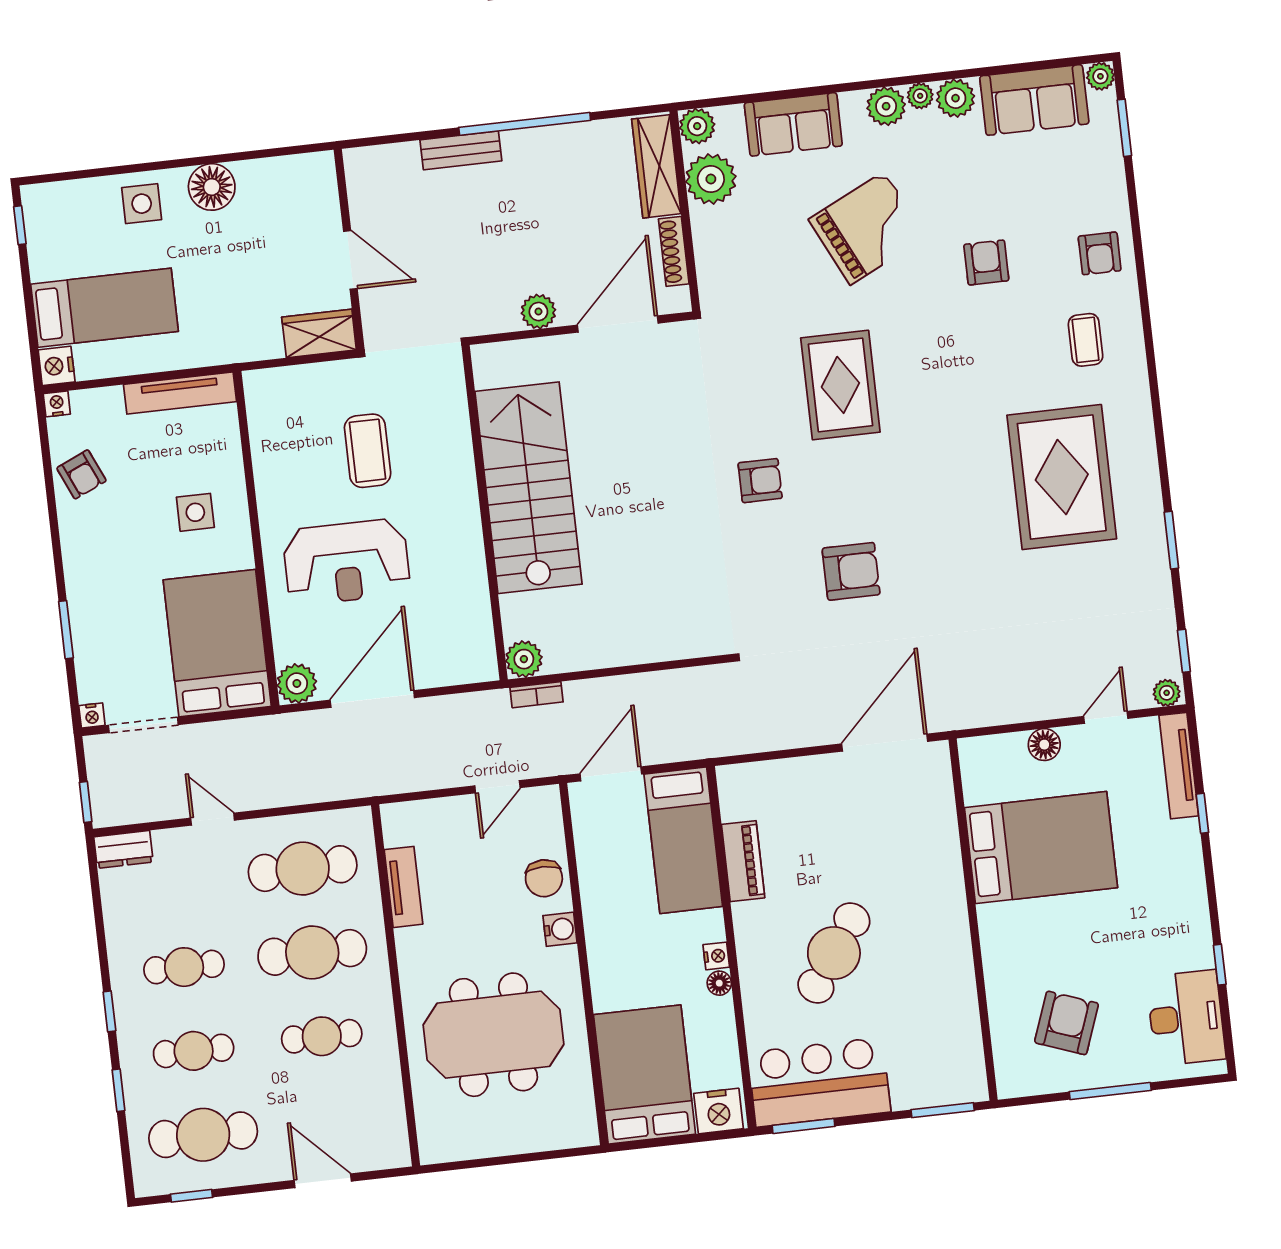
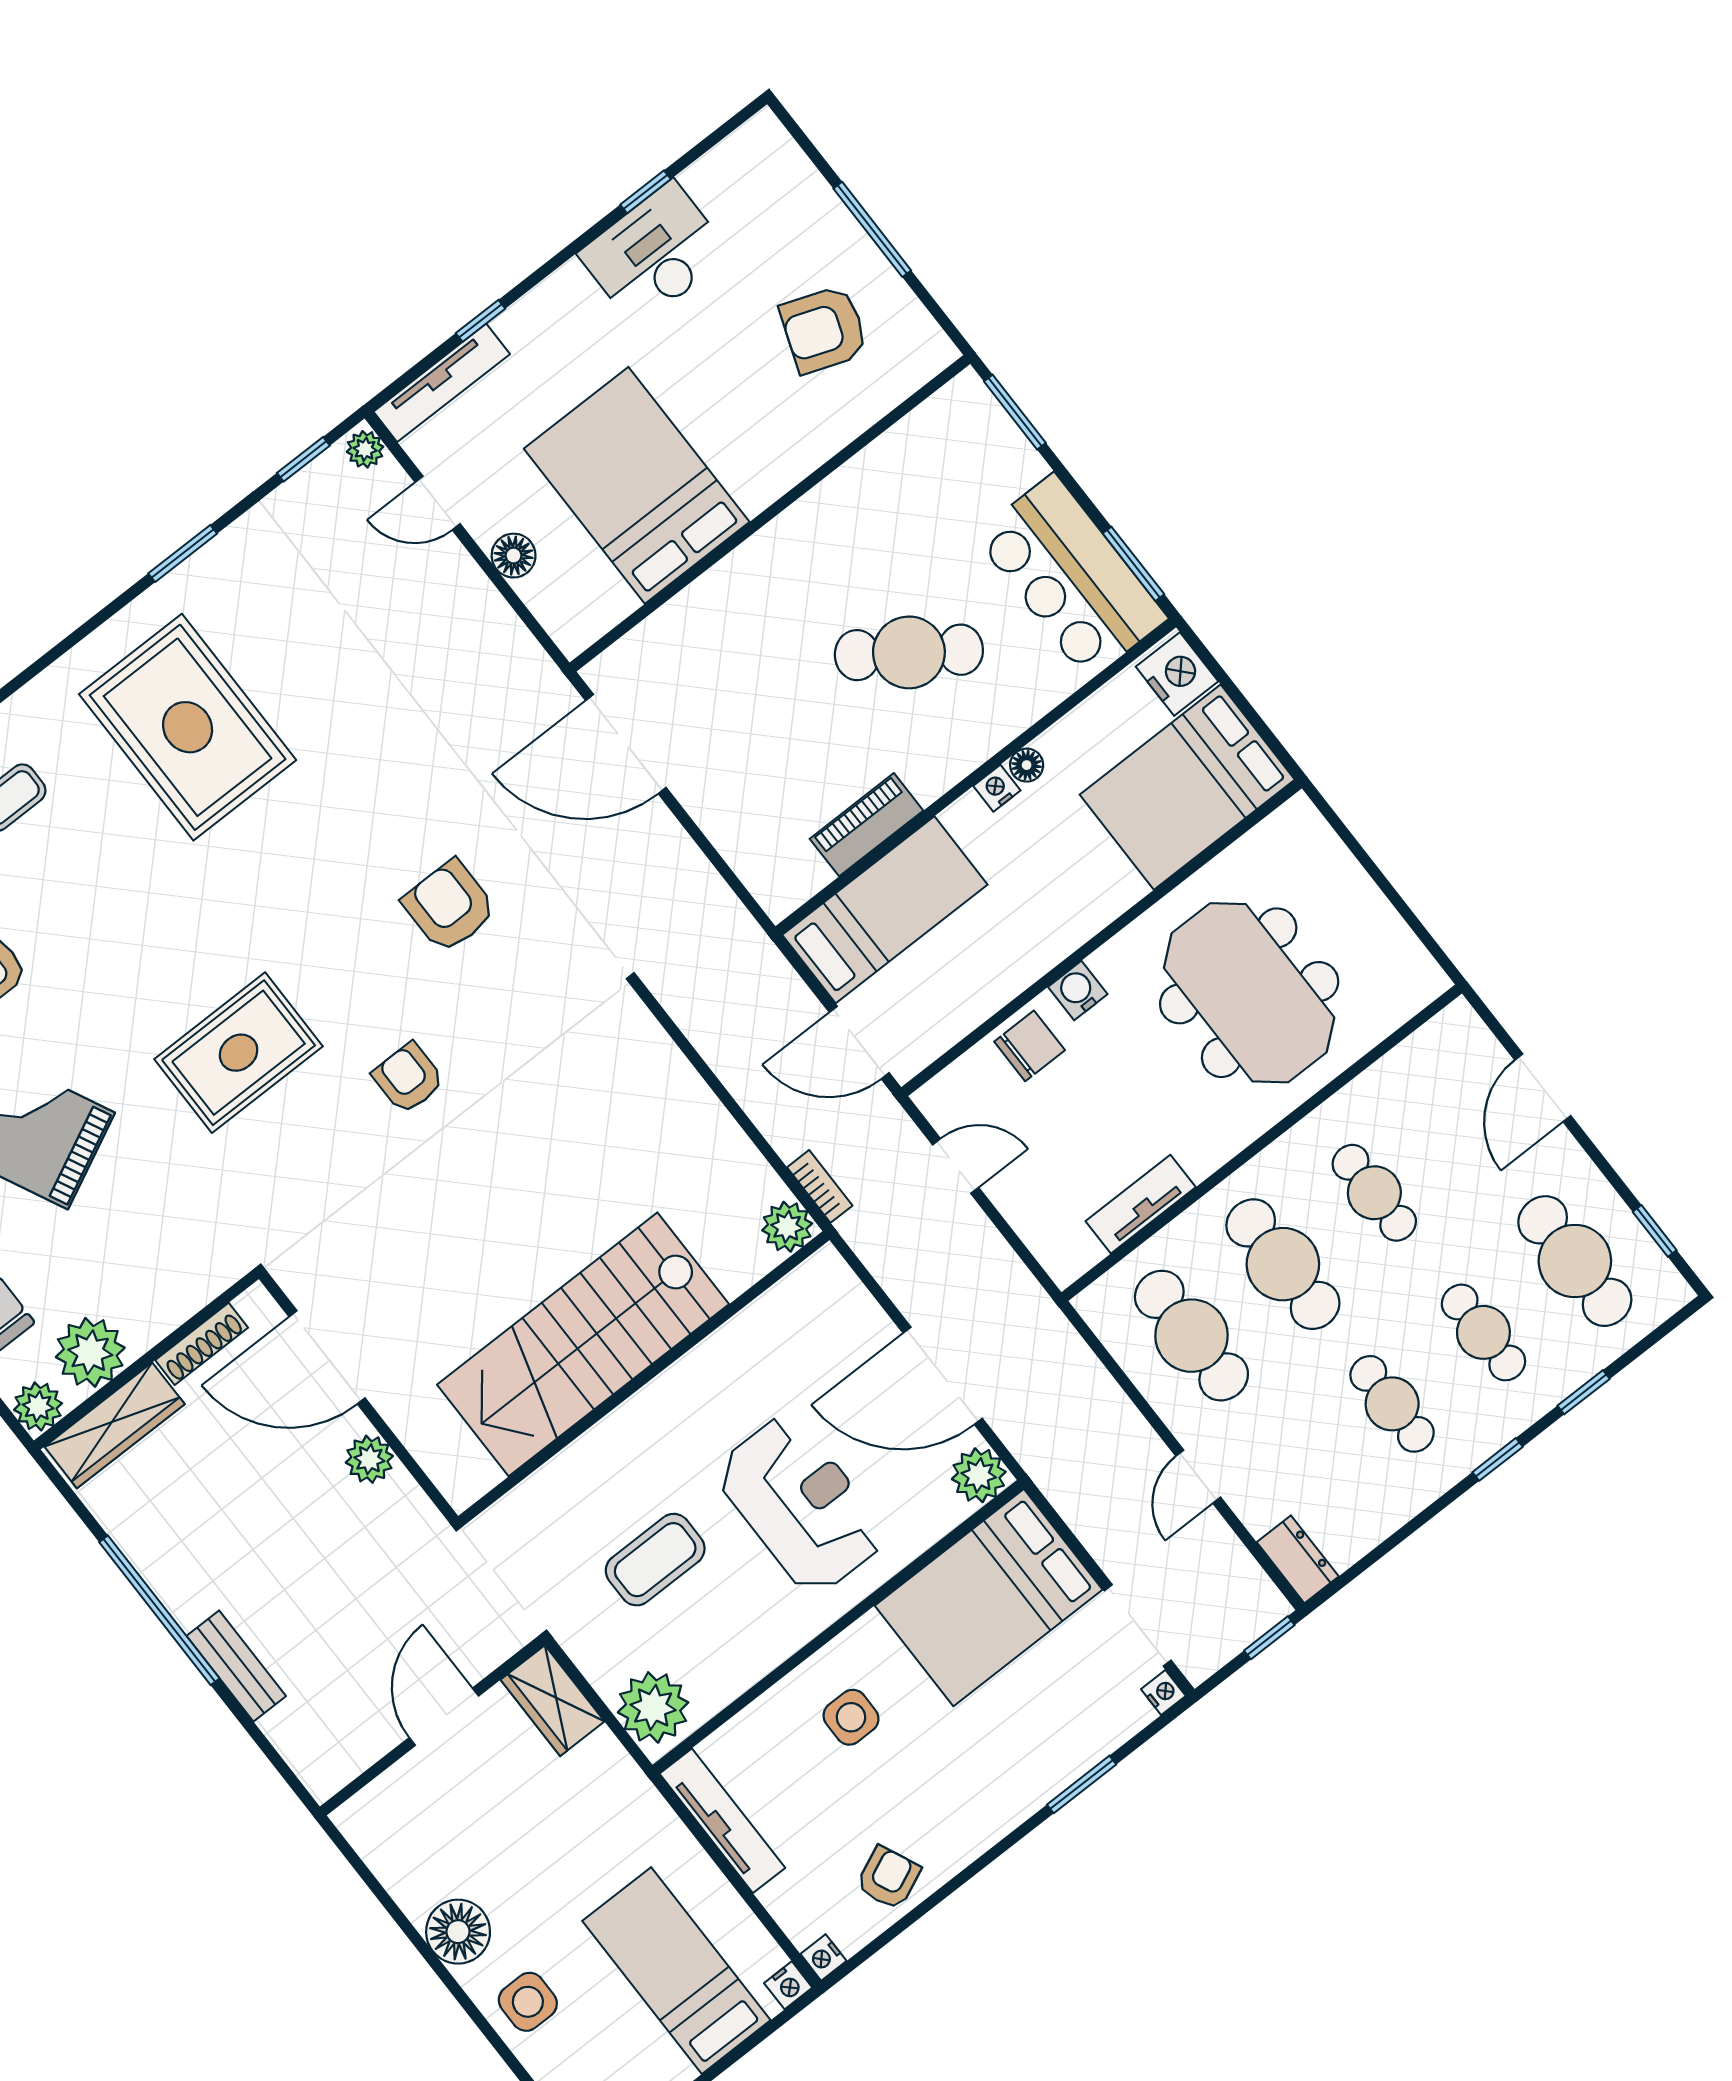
nightstand: (57, 366) -> (788, 1985), width x0.72, depth x0.74
plant: (277, 393) -> (653, 1707), added
rug: (1062, 477) -> (188, 727), turned 90
desk: (1186, 1018) -> (655, 254), moved

